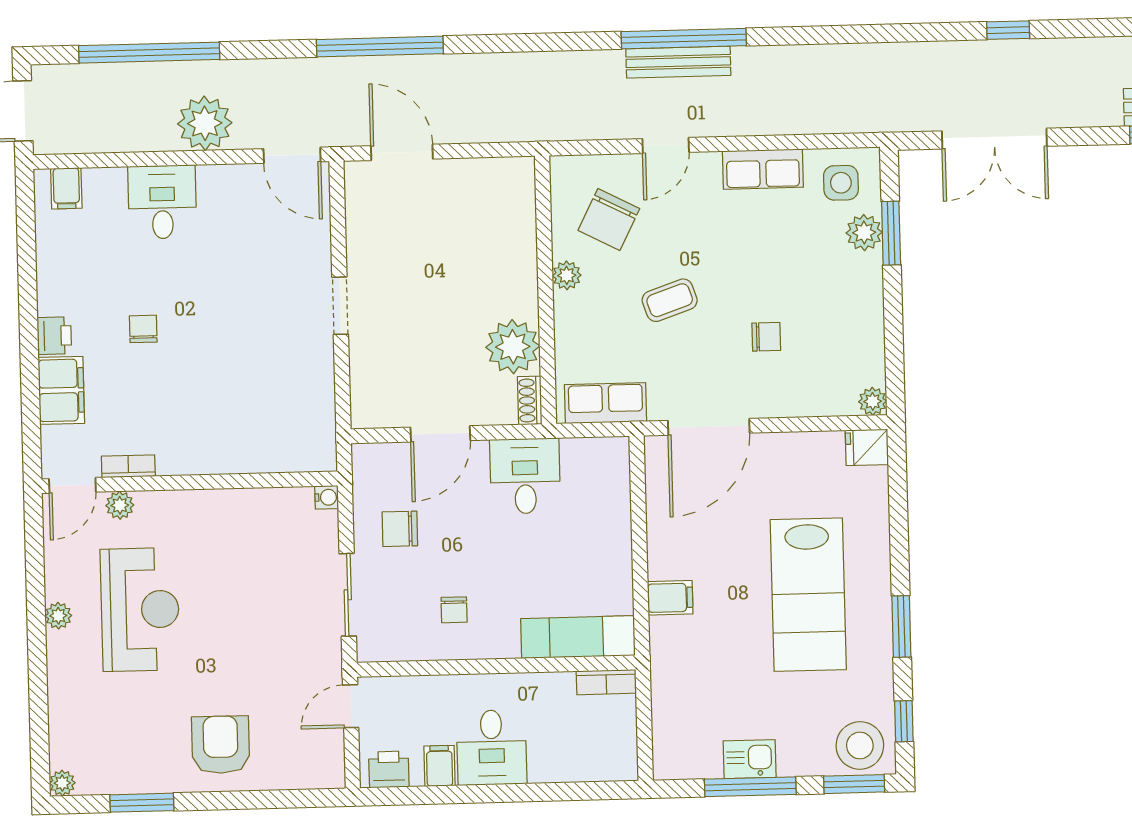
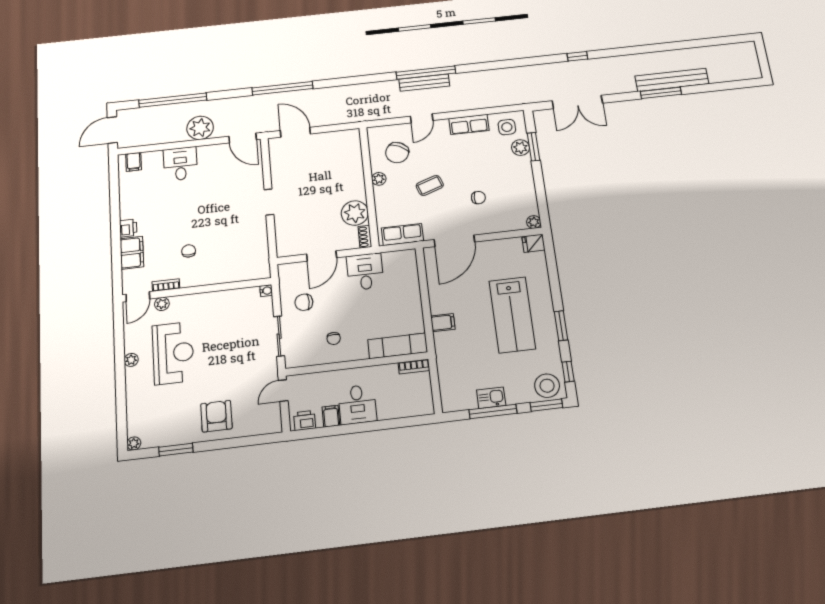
chair: (143, 329) -> (189, 251), moved

